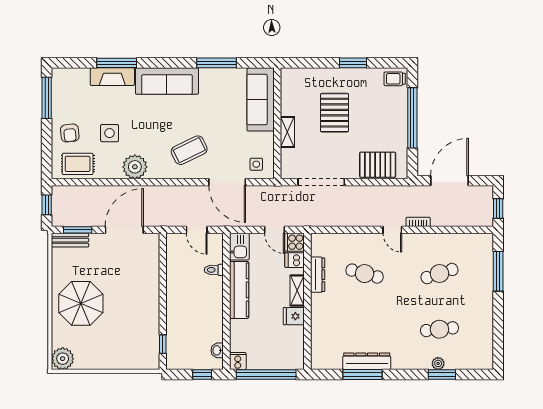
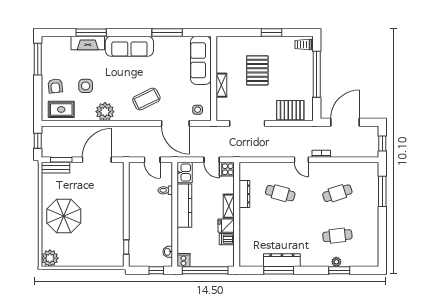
dishwasher: (295, 260) -> (227, 239), moved

